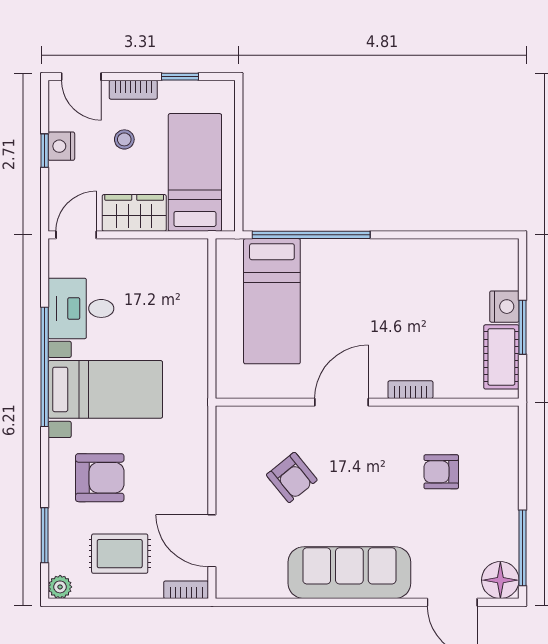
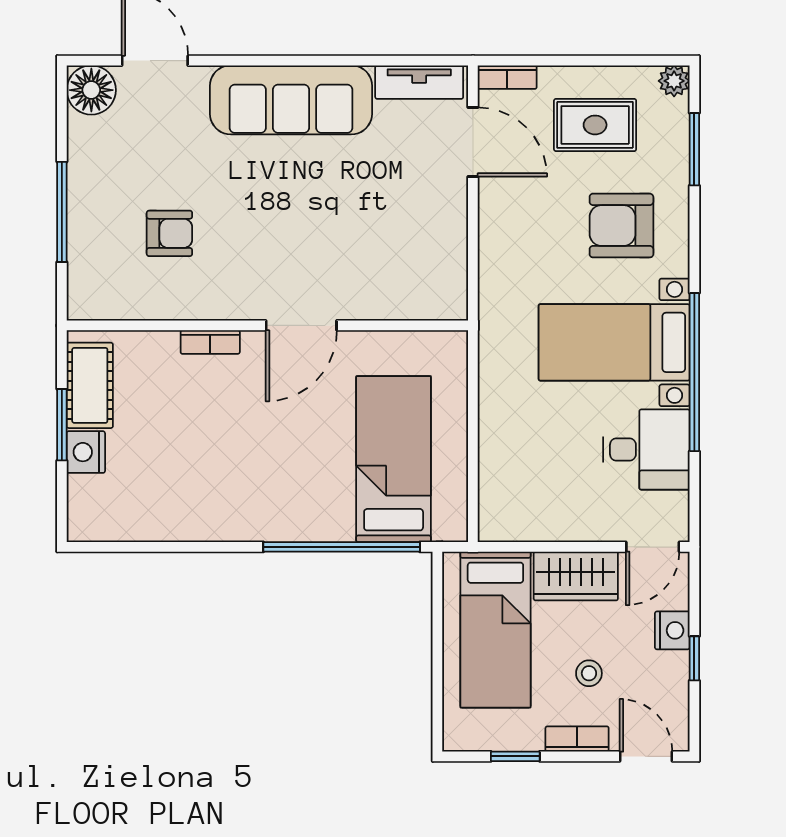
nightstand: (61, 146) -> (672, 630), moved
armchair: (292, 477) -> (367, 226), removed
window: (523, 548) -> (62, 212), moved
tv unit: (253, 586) -> (419, 82), added

